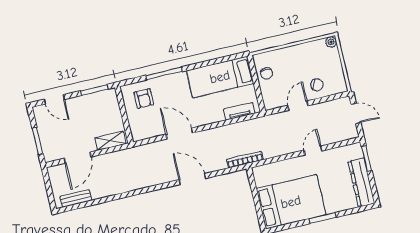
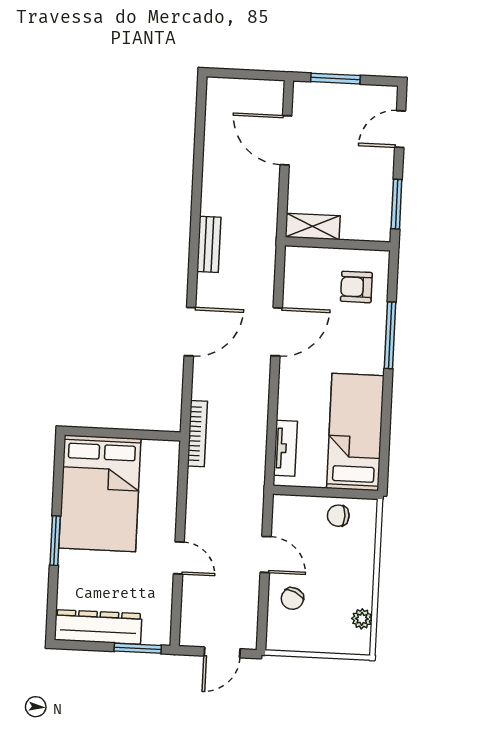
plant: (331, 42) -> (362, 619), moved
shelving: (110, 141) -> (313, 226), moved, turned 90
bench: (76, 198) -> (209, 244), moved

